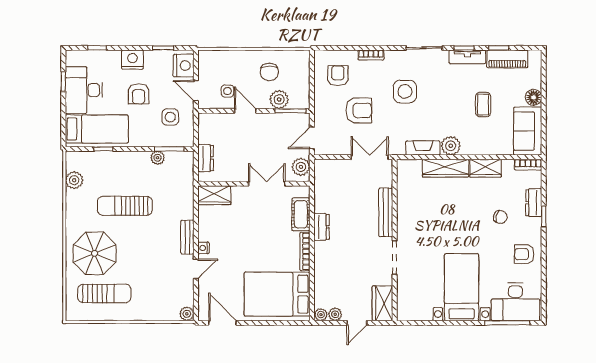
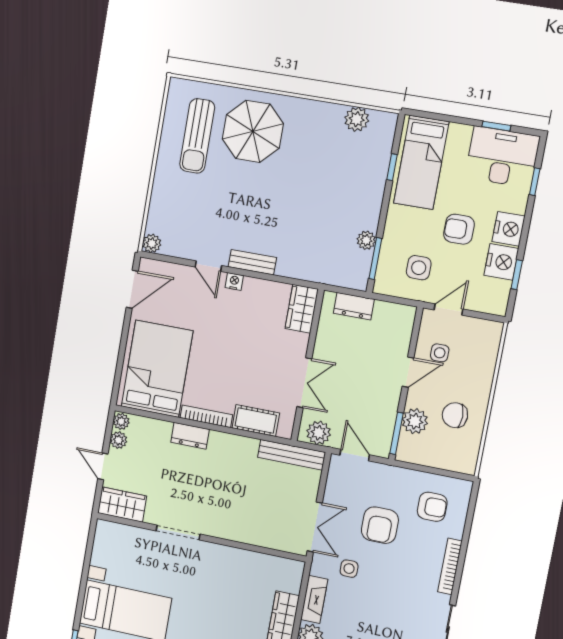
bookcase: (371, 55) -> (450, 566), width x1.56
nightstand: (184, 66) -> (501, 262), moved, turned -90
desk: (84, 90) -> (502, 157), moved
side table: (405, 92) -> (349, 569), moved, width x0.54, depth x0.54
sun lounger: (125, 206) -> (309, 184), removed
bench: (386, 212) -> (292, 455), moved
dresser: (321, 227) -> (190, 436), moved

